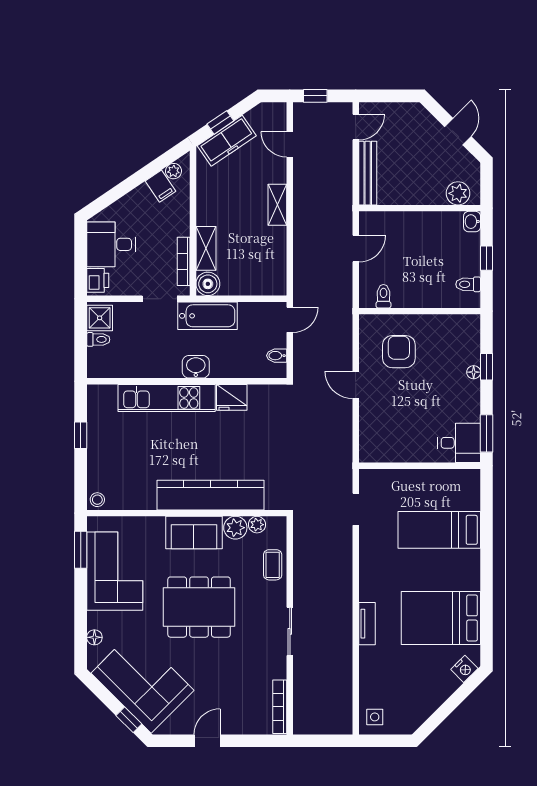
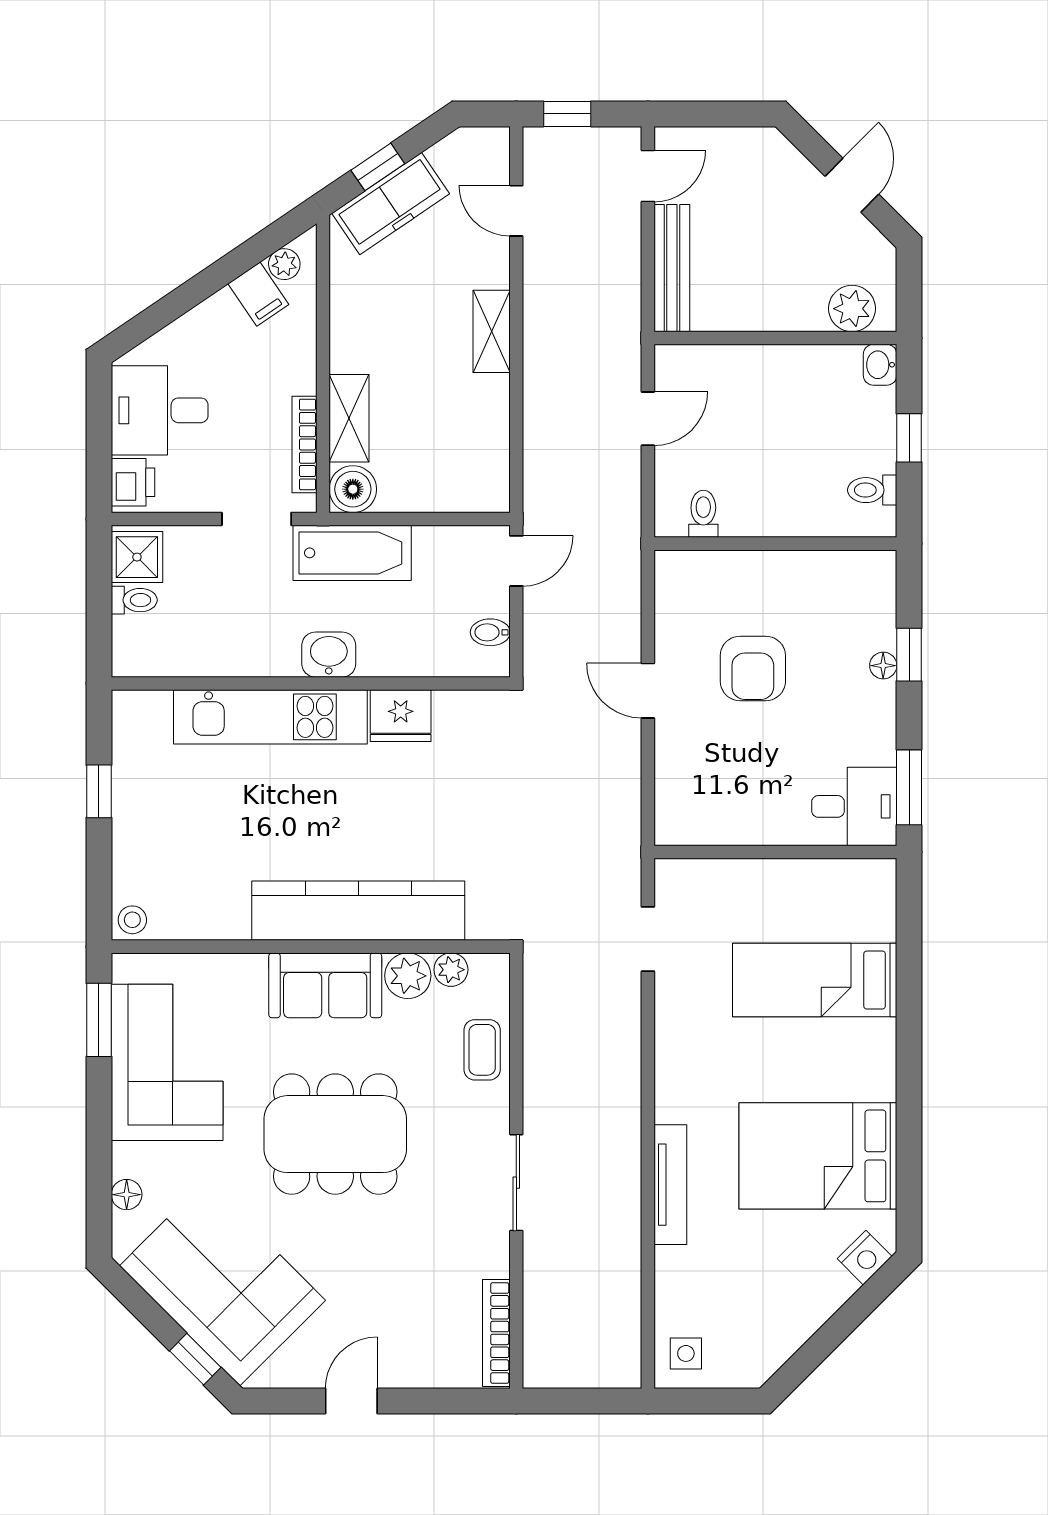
armchair: (399, 352) -> (753, 668), moved, turned 180
tv unit: (367, 624) -> (670, 1185), width x1.41

